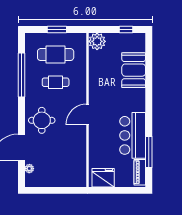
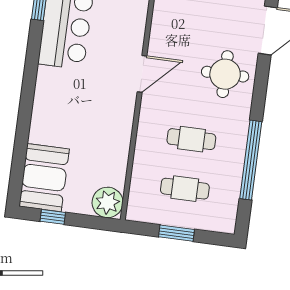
cafe table: (56, 55) -> (185, 189), width x0.73, depth x0.74
booth: (134, 70) -> (44, 178), moved

